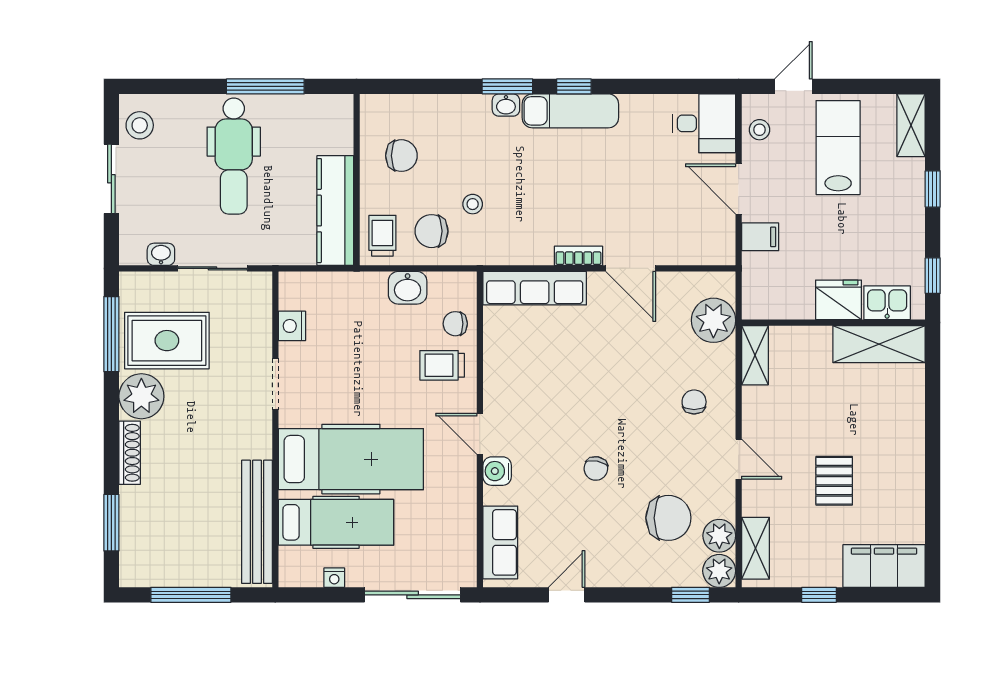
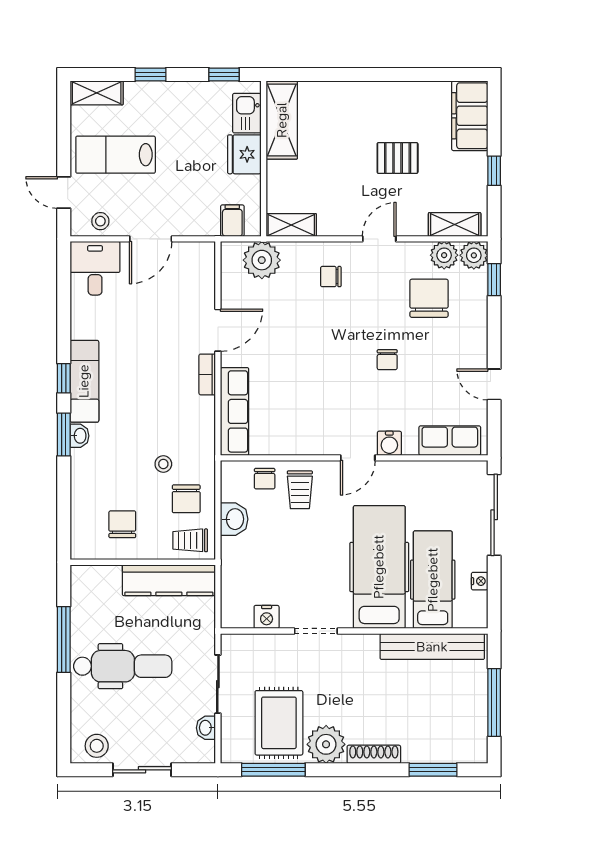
filing cabinet: (760, 237) -> (232, 221), moved
chair: (596, 469) -> (387, 360), turned 79

